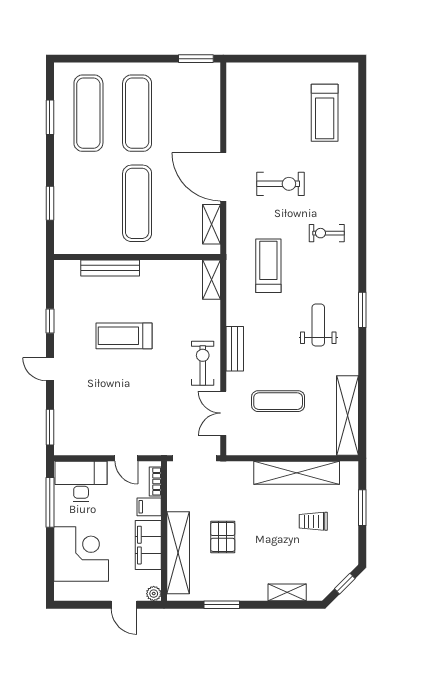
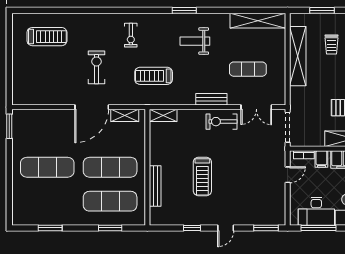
exercise mat: (88, 113) -> (110, 201), moved
exercise mat: (278, 401) -> (248, 69), turned 90
desk: (81, 481) -> (316, 211), moved, turned -90

